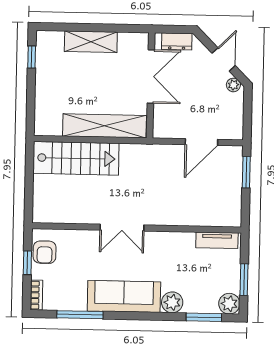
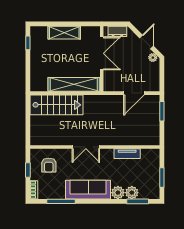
tv unit: (217, 240) -> (127, 154), moved
armchair: (45, 252) -> (49, 165), moved
plant: (229, 304) -> (132, 193), moved

